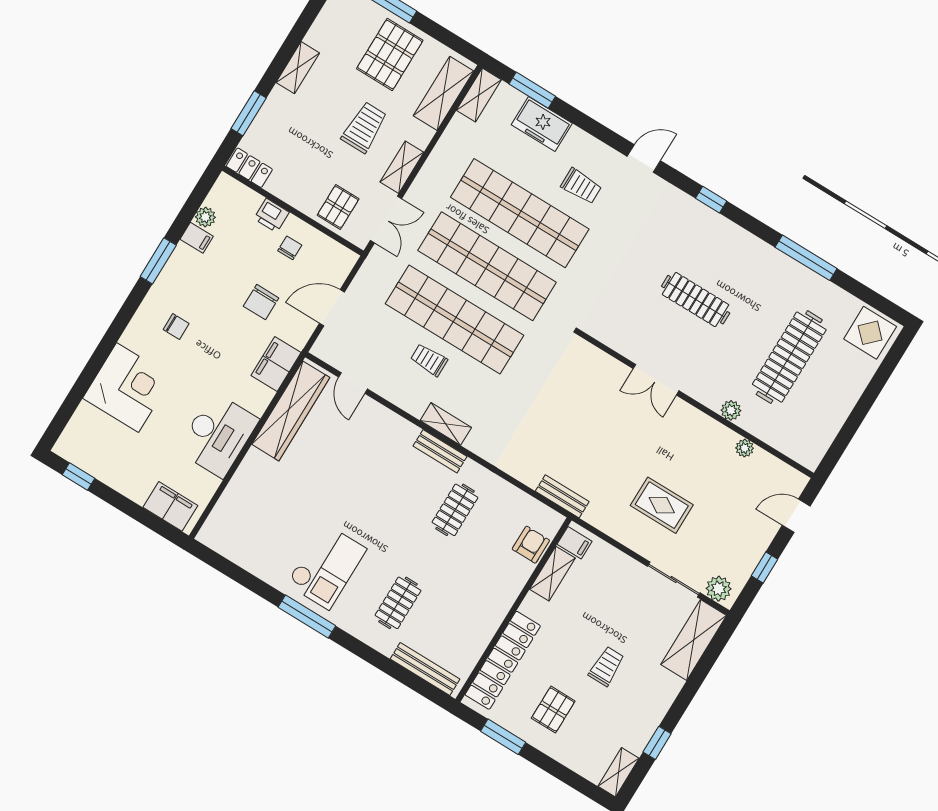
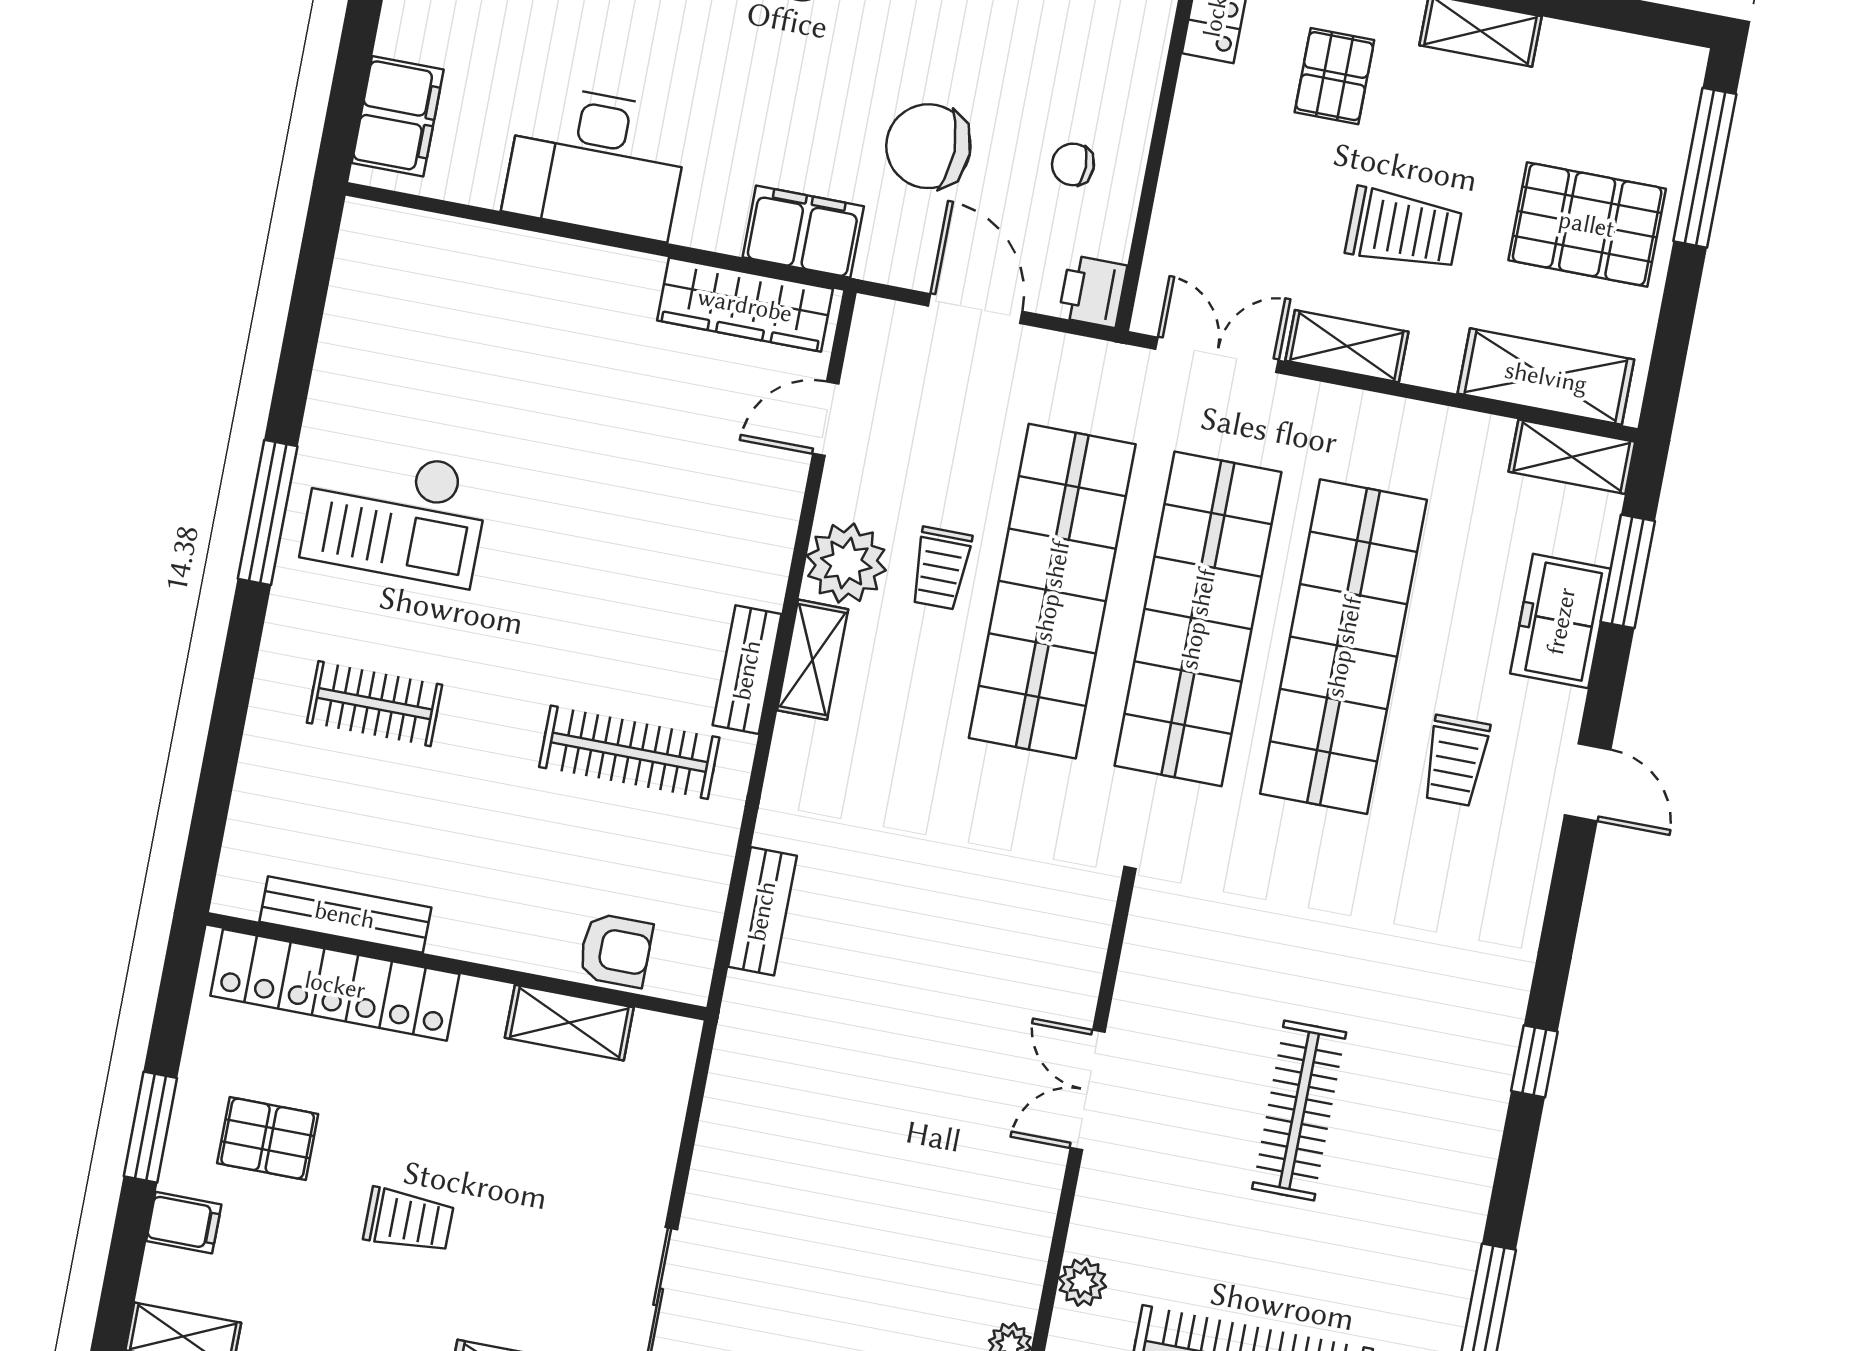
door: (644, 158) -> (1588, 782), moved
pallet: (338, 207) -> (1334, 76), moved, turned 90
printer: (272, 215) -> (1093, 291), moved
double door: (386, 220) -> (1217, 355), swing flipped
chair: (290, 248) -> (1073, 164), turned 180
chair: (261, 302) -> (928, 146), width x1.37, depth x1.37
trolley: (429, 360) -> (941, 568), turned 180
plant: (413, 396) -> (846, 563), added
wardrobe: (291, 411) -> (745, 305), width x0.71, depth x0.85
bench: (562, 496) -> (762, 911), moved
rug: (662, 505) -> (813, 1208), removed
clothes rail: (455, 510) -> (629, 752), width x1.36
filing cabinet: (575, 543) -> (184, 1223), moved, turned -90
bench: (425, 669) -> (345, 915), moved, turned 90
window: (503, 737) -> (150, 1127), moved

